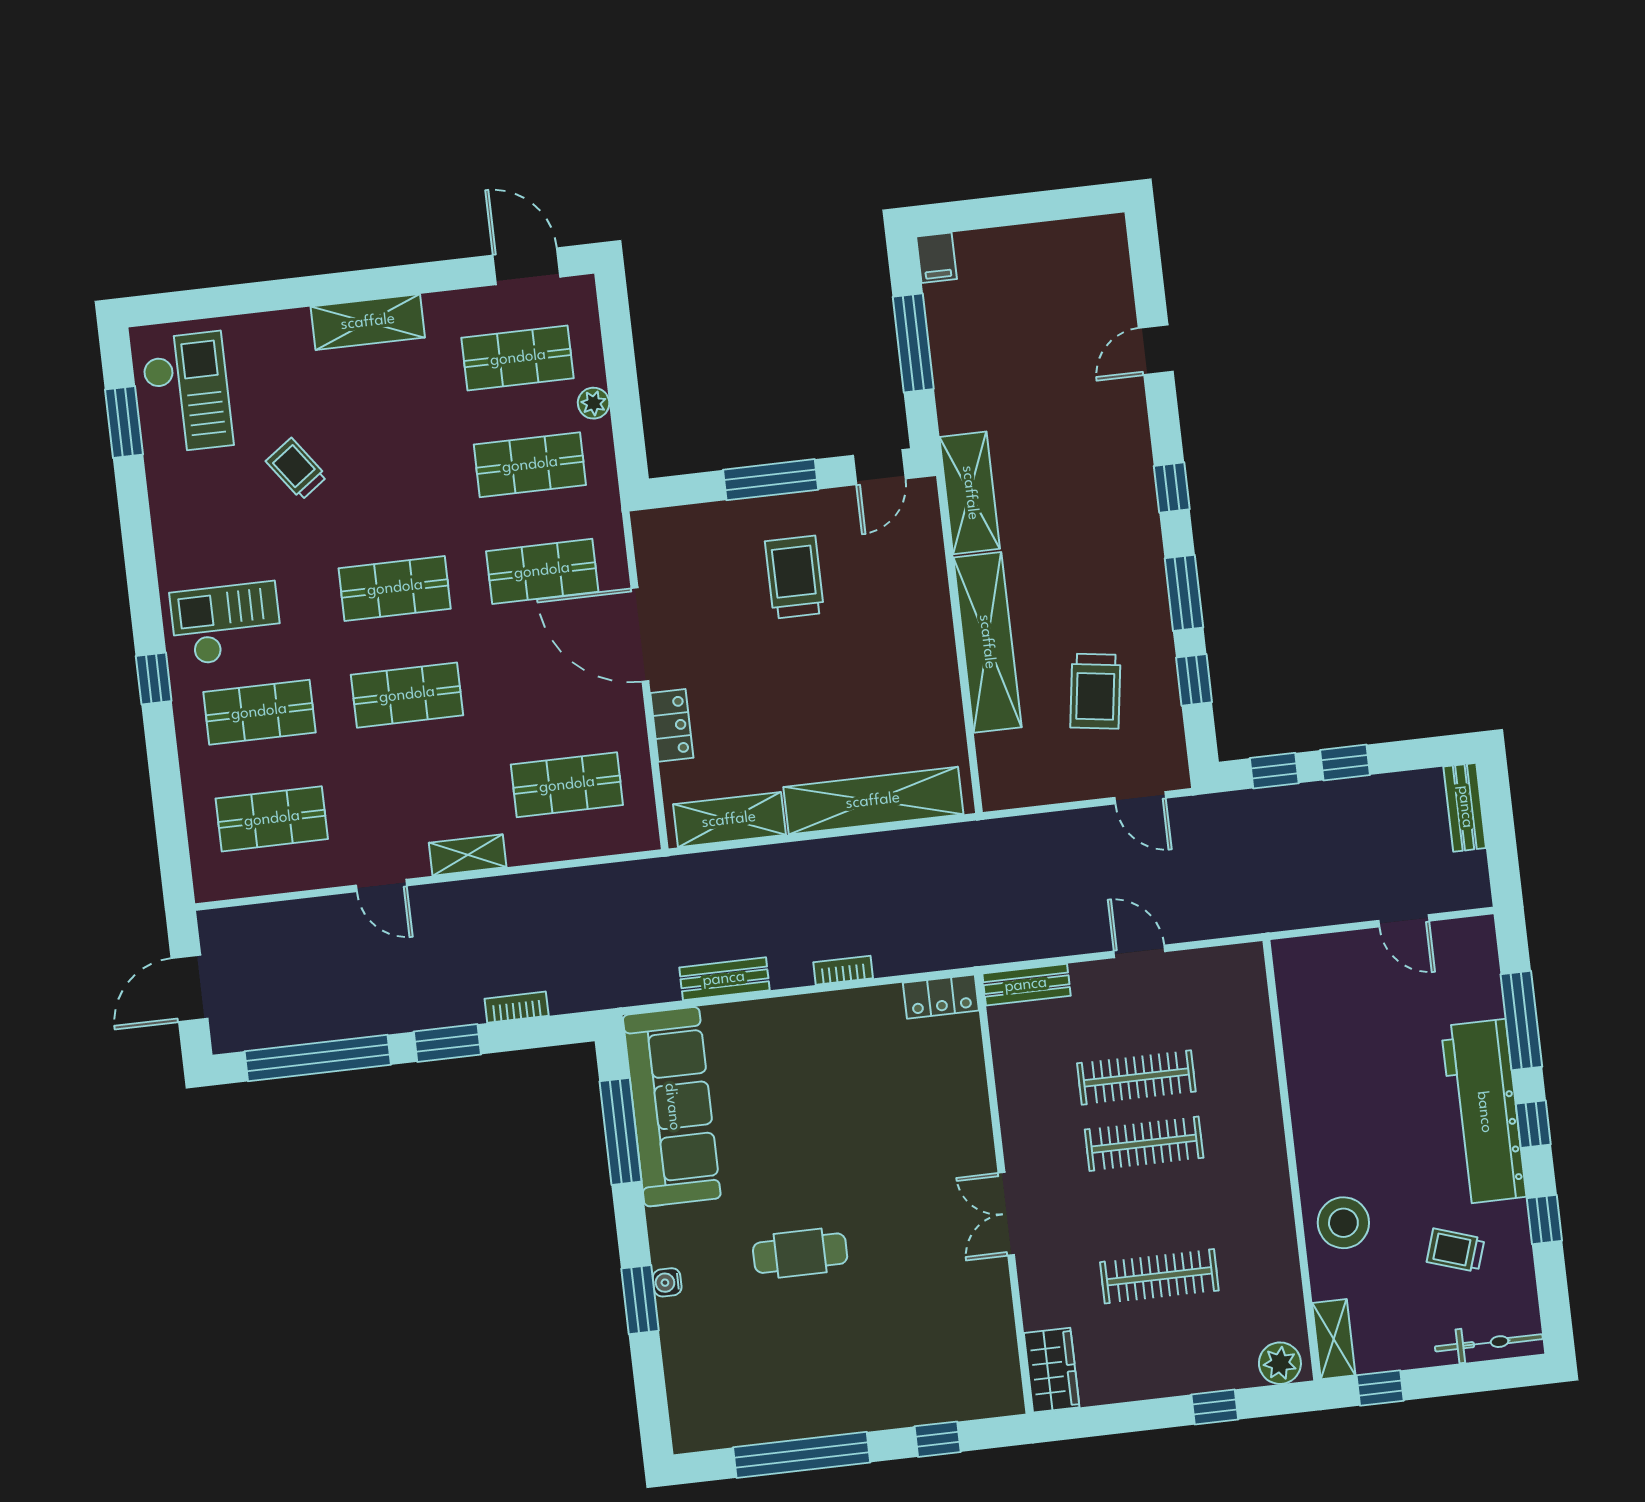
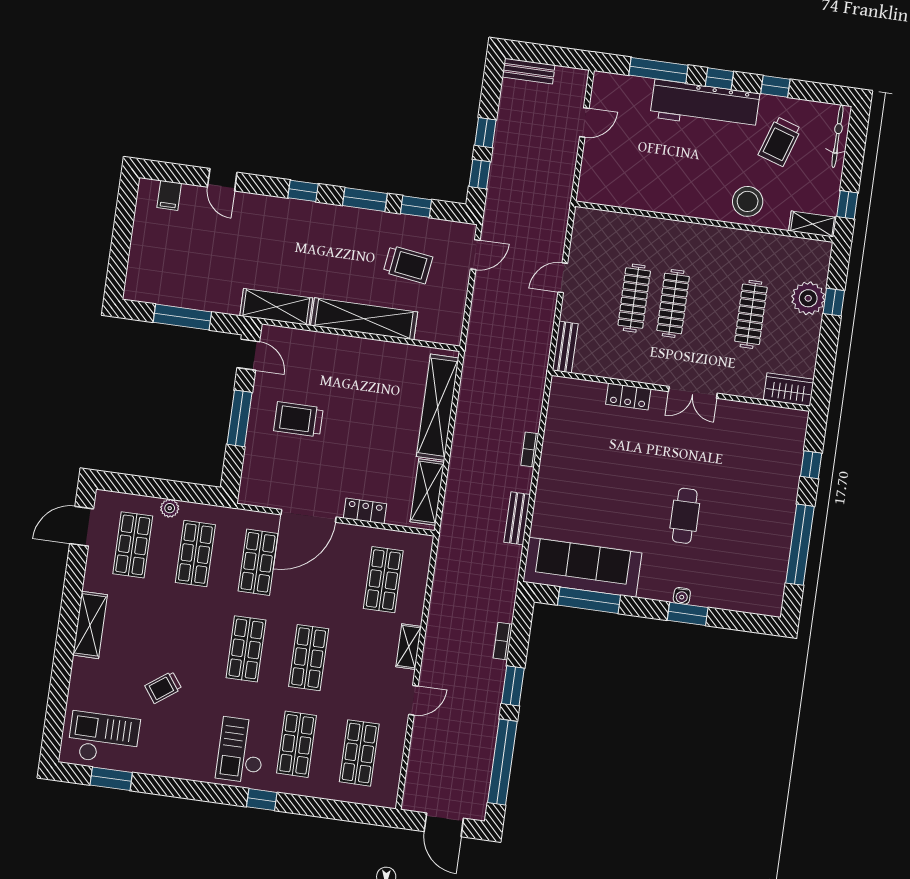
filing cabinet: (936, 258) -> (169, 195), moved, turned 90
locker: (941, 997) -> (628, 397), moved, turned 90
trolley: (1455, 1250) -> (780, 142), width x1.36, depth x1.39
plant: (1280, 1363) -> (808, 298), moved, width x1.36, depth x1.36

